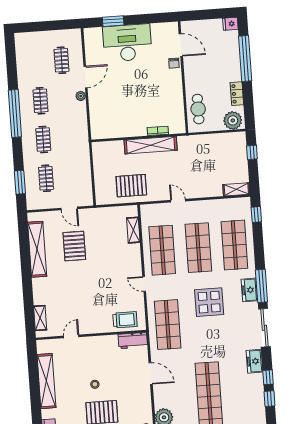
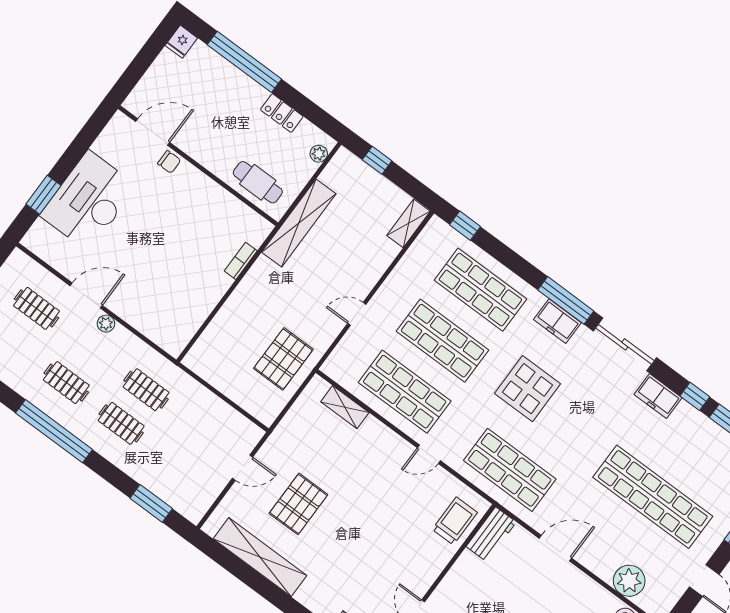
door: (85, 77) -> (86, 296), hinge flipped
plant: (233, 120) -> (319, 154), width x0.53, depth x0.53
shelving: (151, 145) -> (299, 223), moved
clothes rail: (46, 178) -> (146, 390), moved
pallet: (74, 246) -> (298, 504), turned 90

